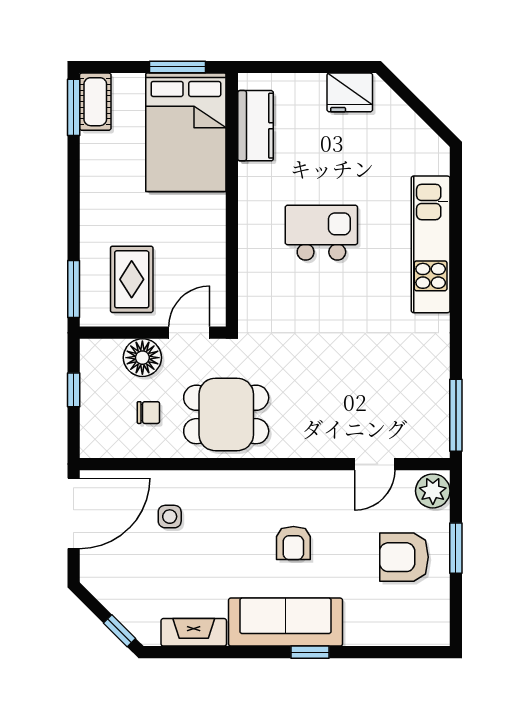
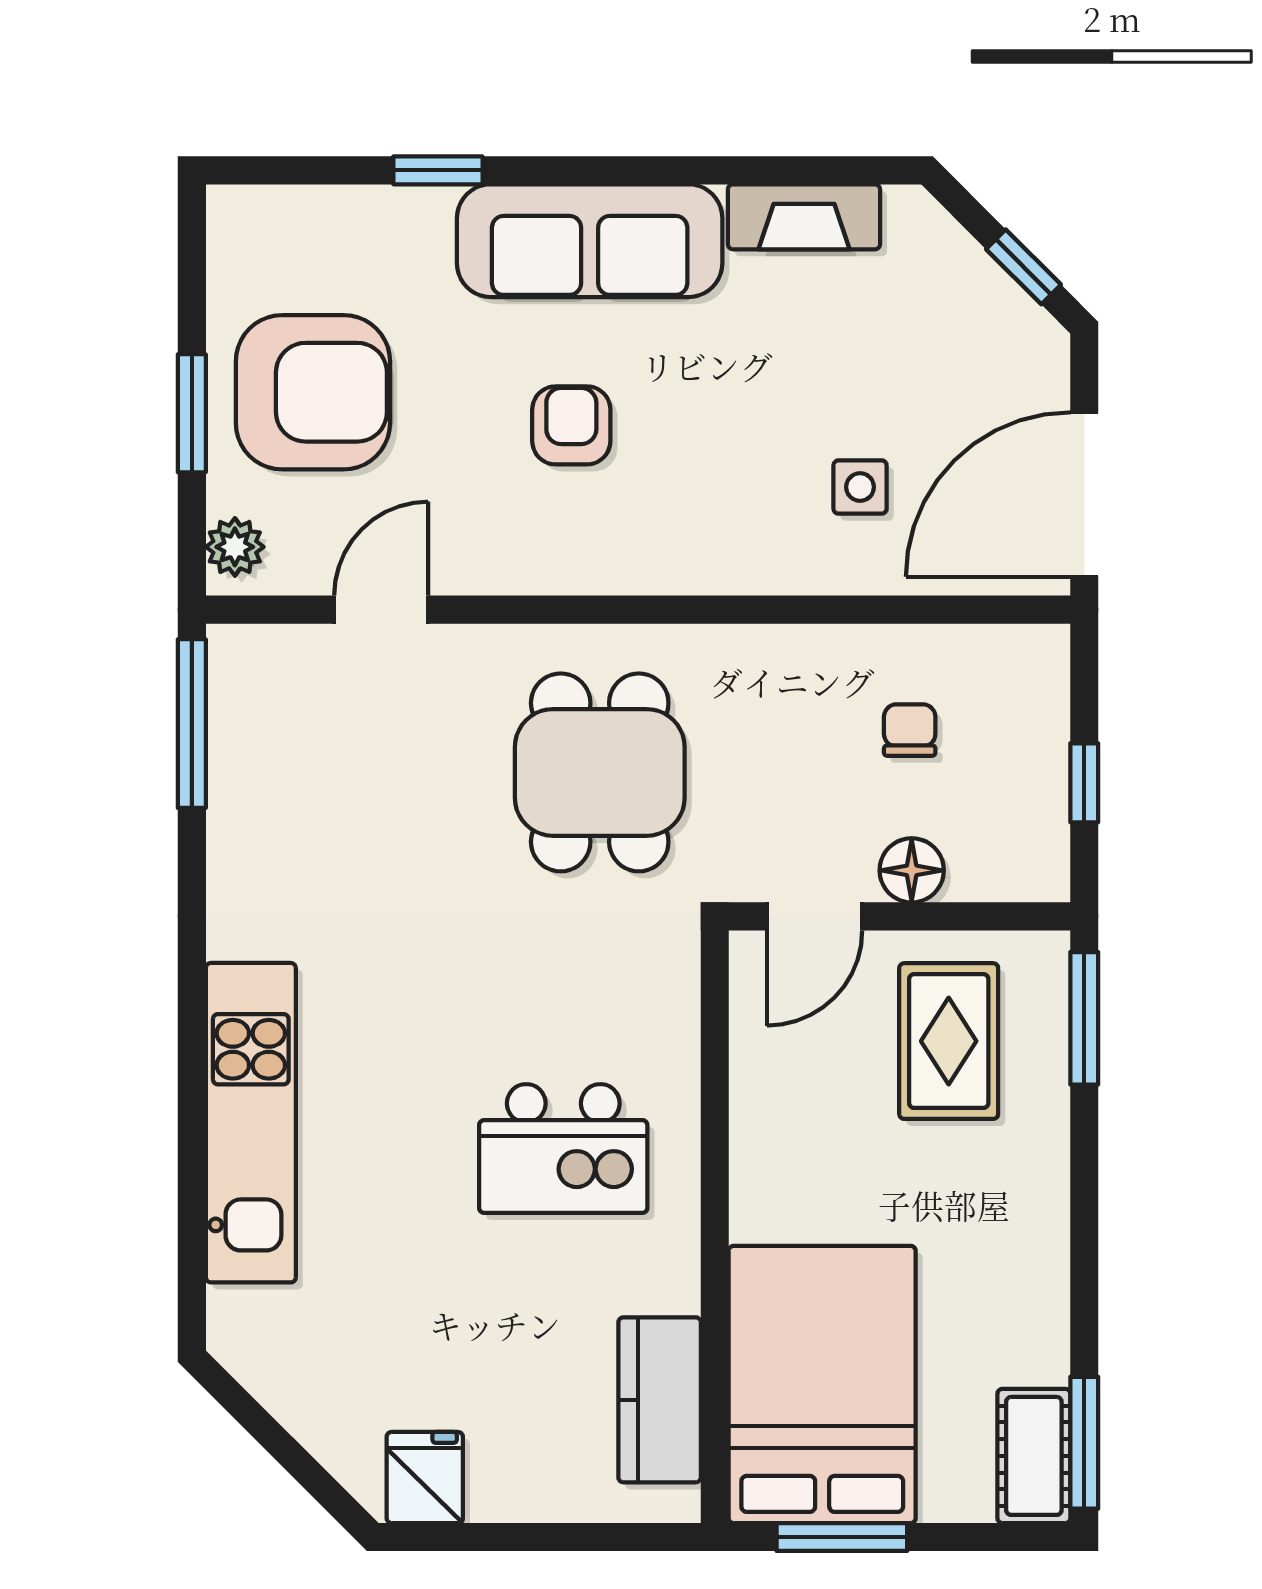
fridge: (350, 92) -> (425, 1477), width x0.72
kitchen island: (321, 233) -> (563, 1148), moved
floor lamp: (142, 358) -> (912, 870), width x0.73, depth x0.73
chair: (148, 413) -> (910, 730), turned 90
dining table: (226, 414) -> (600, 772), moved, turned 90
plant: (433, 491) -> (235, 547), width x0.73, depth x0.73
armchair: (404, 557) -> (313, 392), width x1.36, depth x1.36
window: (120, 631) -> (1024, 267), moved
window: (310, 652) -> (438, 170), moved

